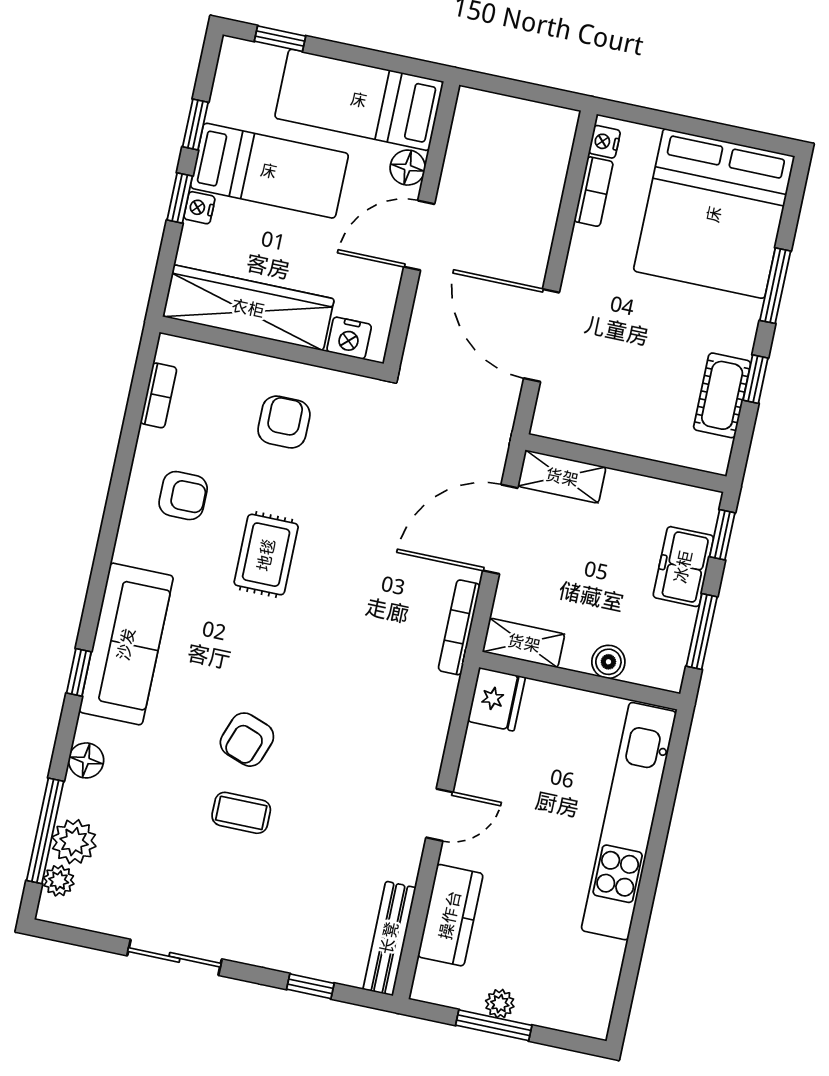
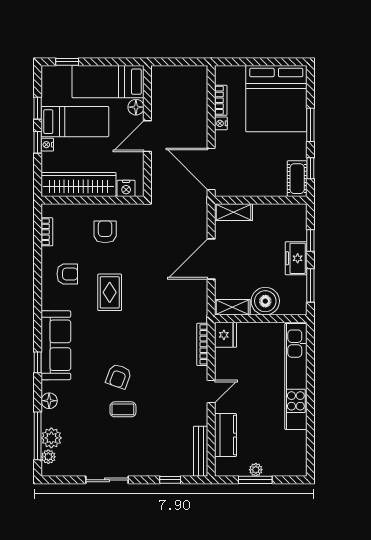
nightstand: (604, 142) -> (221, 123), moved
wall: (626, 463) -> (261, 200), moved
shelving: (562, 477) -> (234, 212), moved
bookcase: (459, 627) -> (202, 344), moved
boiler: (608, 662) -> (265, 301), width x1.86, depth x1.86

